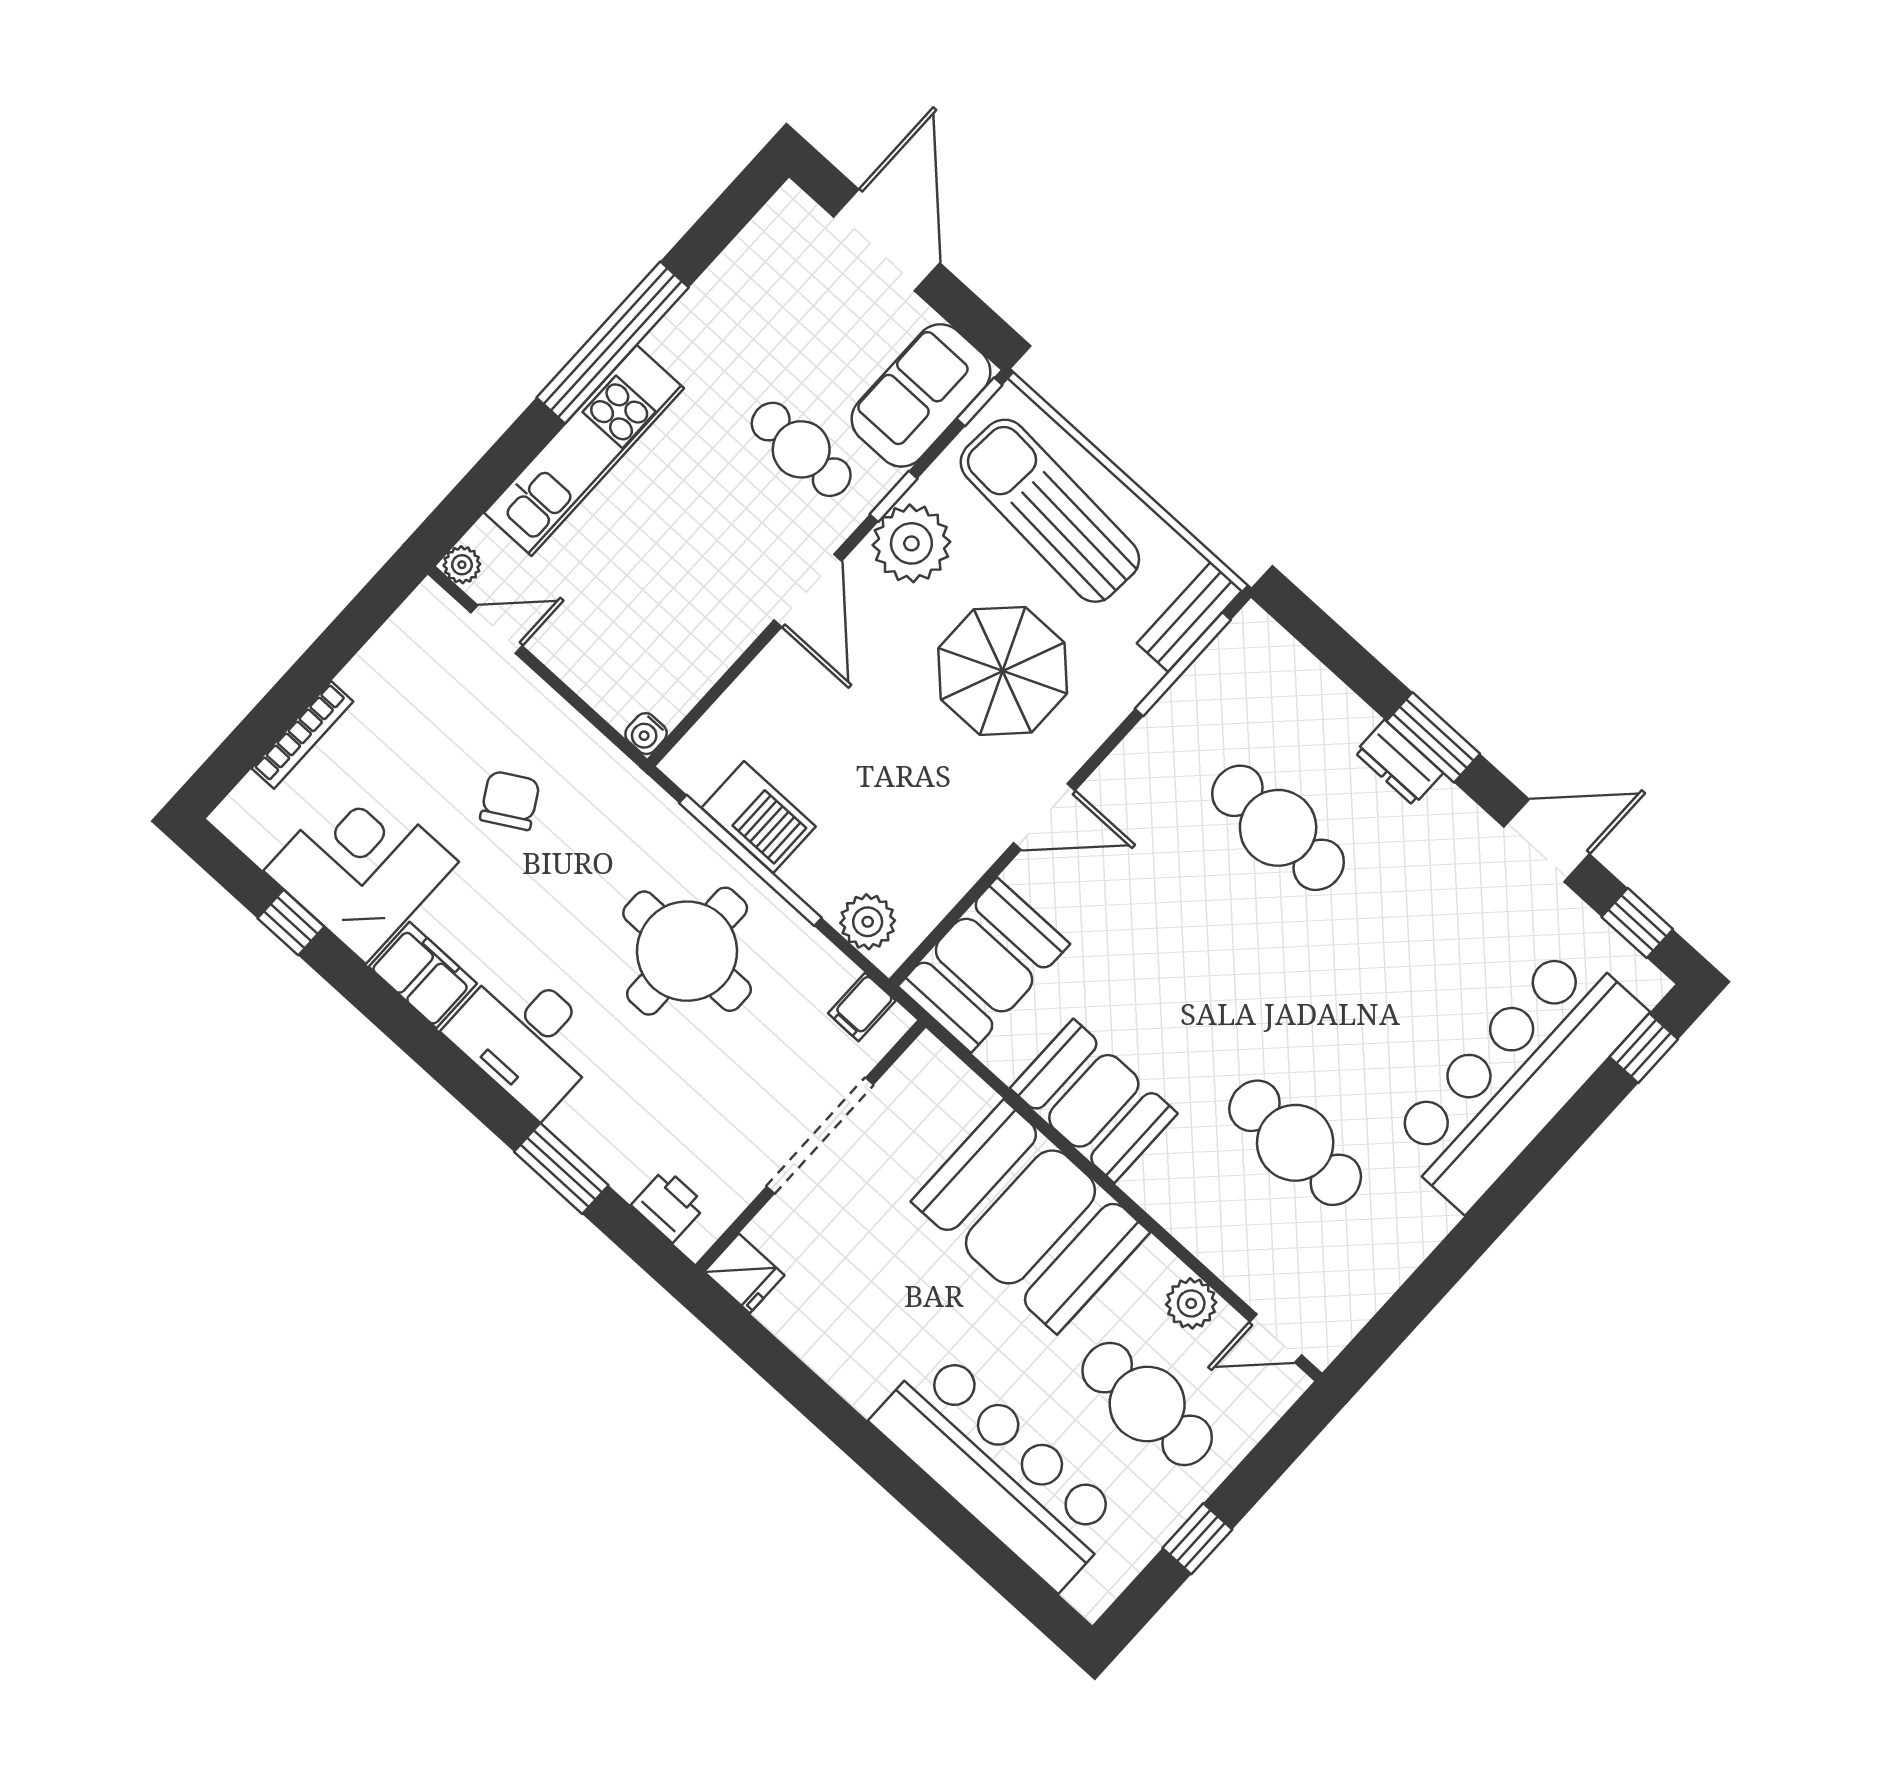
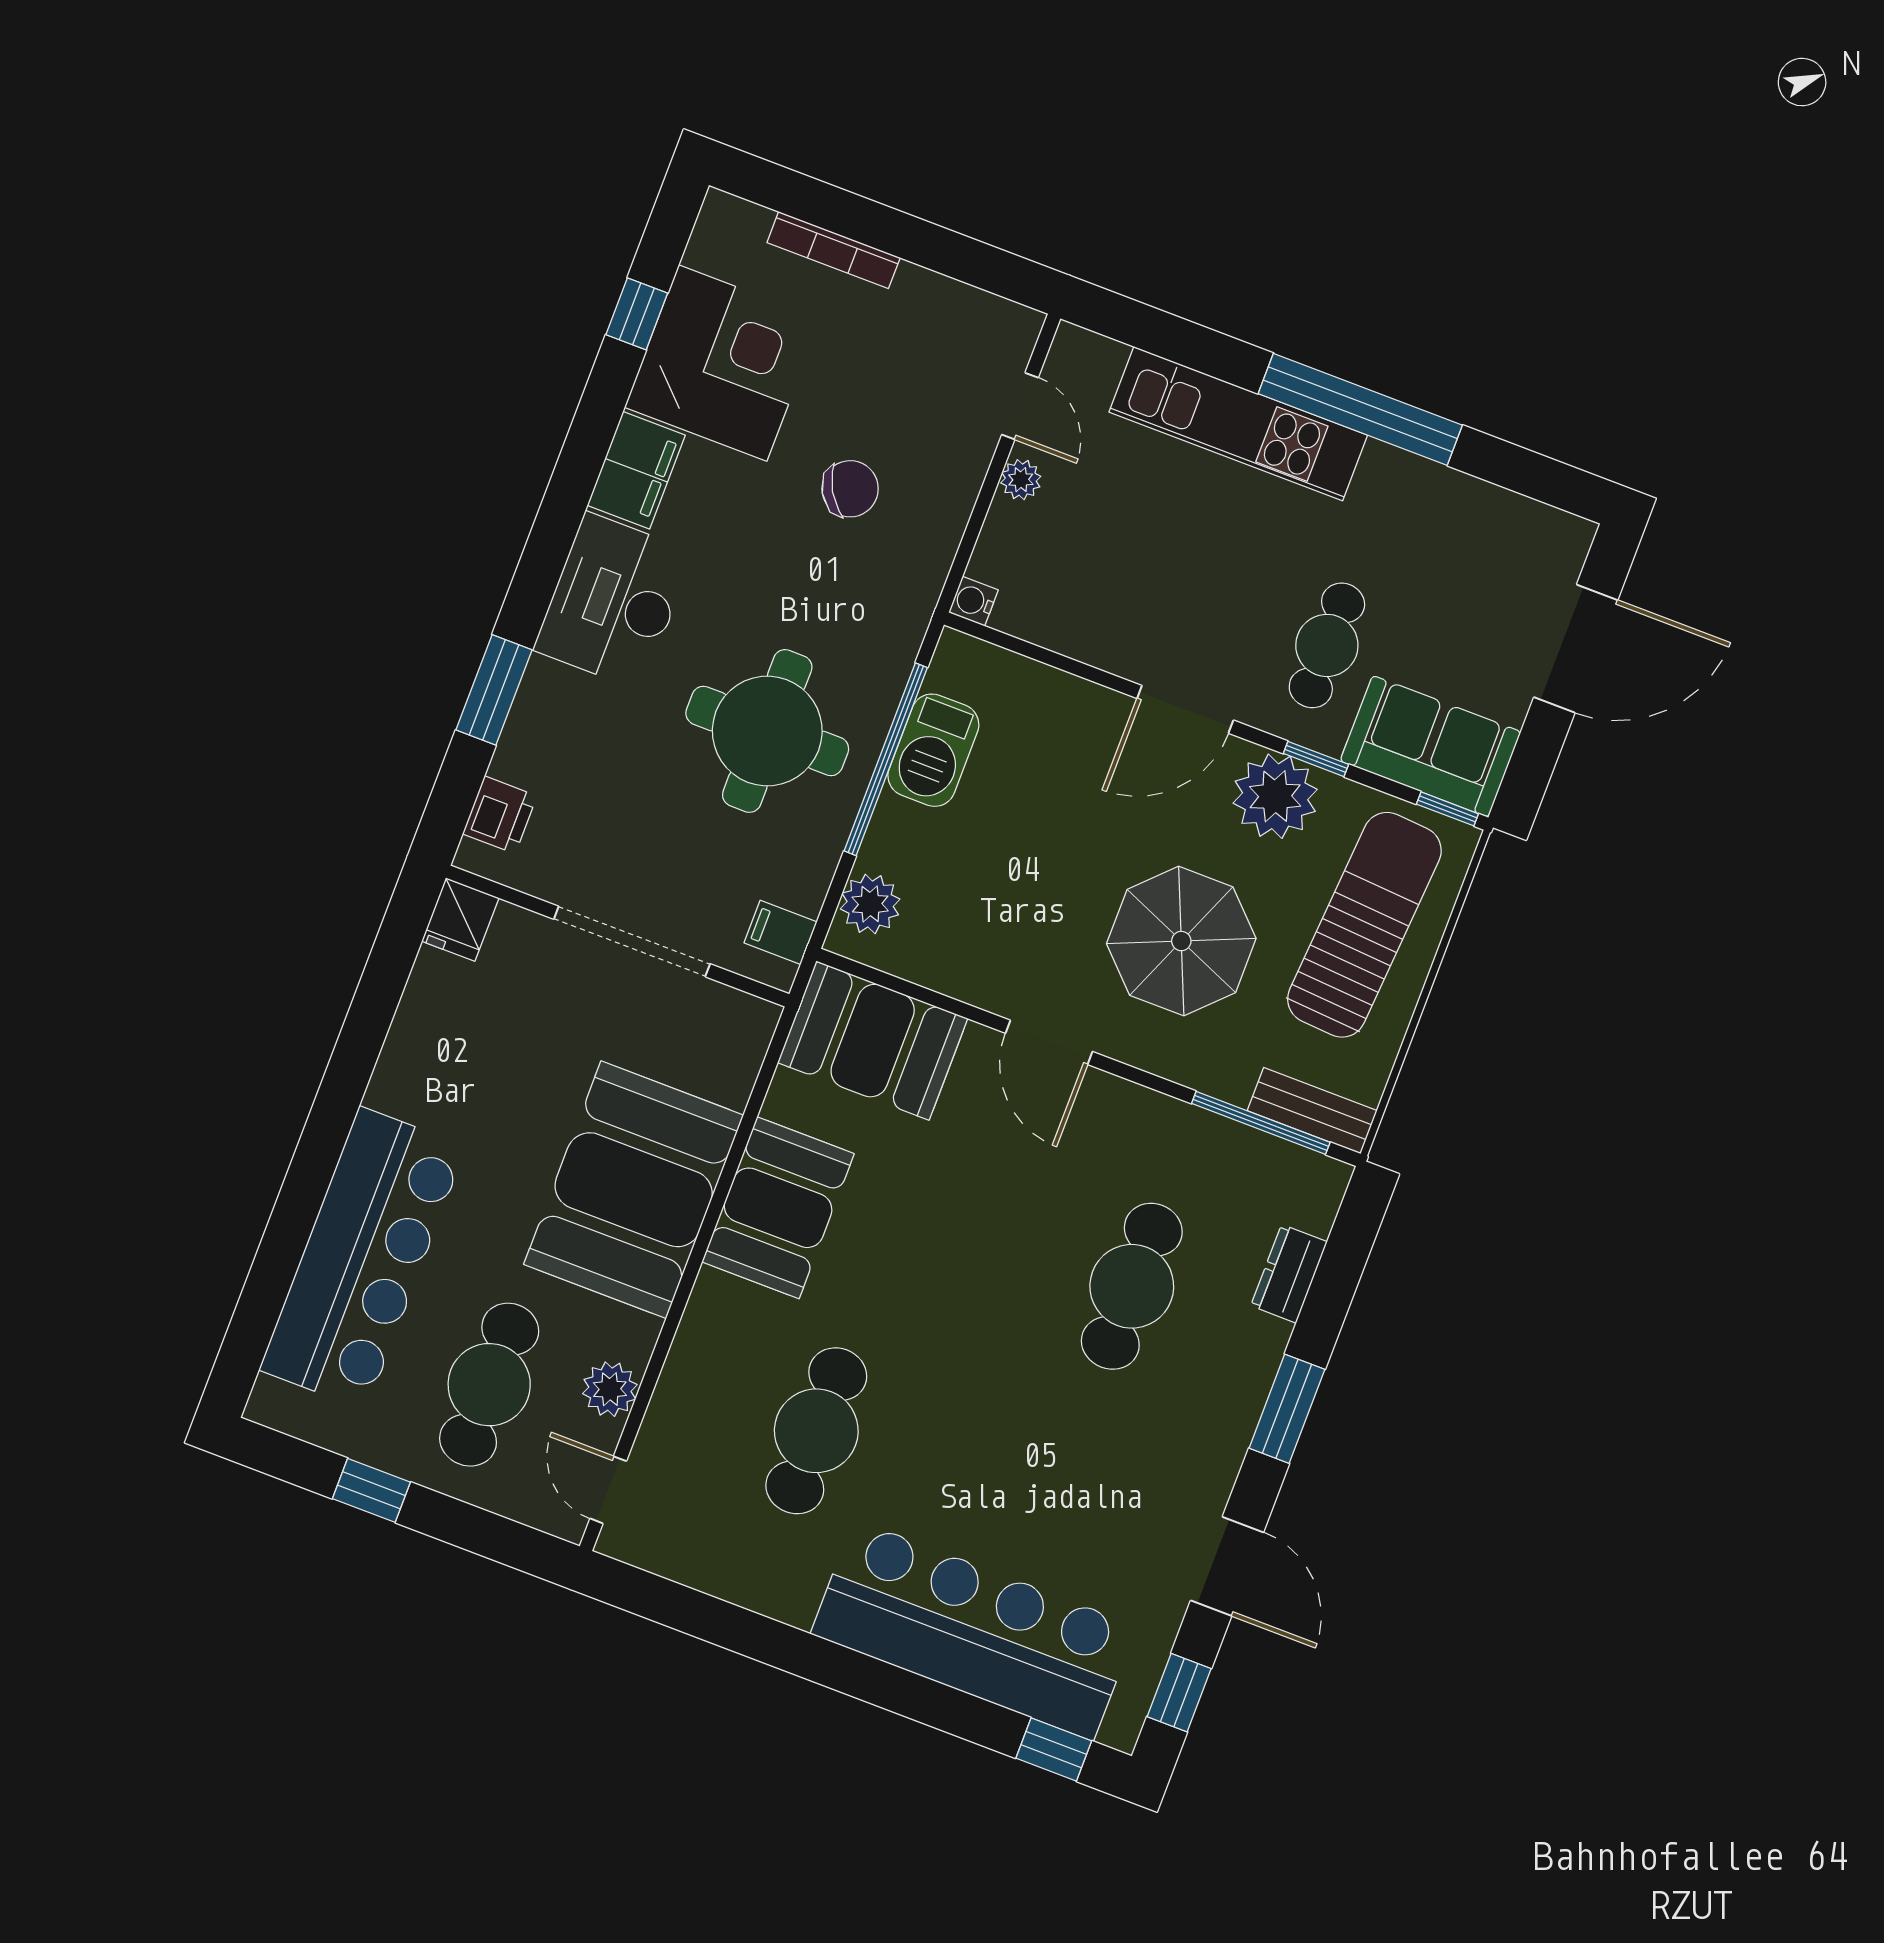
plant: (462, 565) -> (1021, 480), moved
dresser: (1399, 763) -> (1289, 1274), moved

